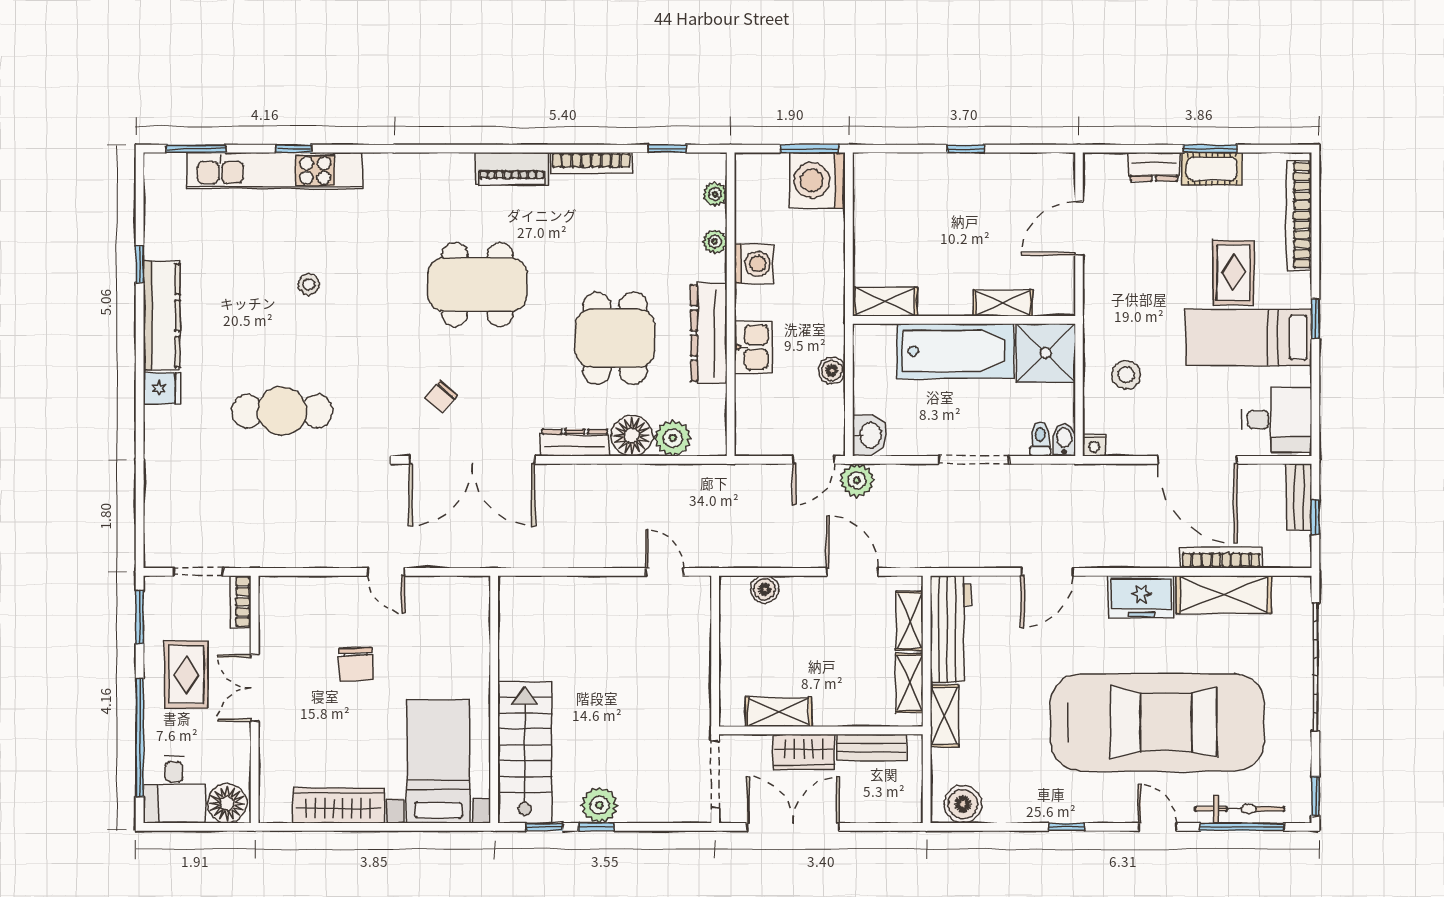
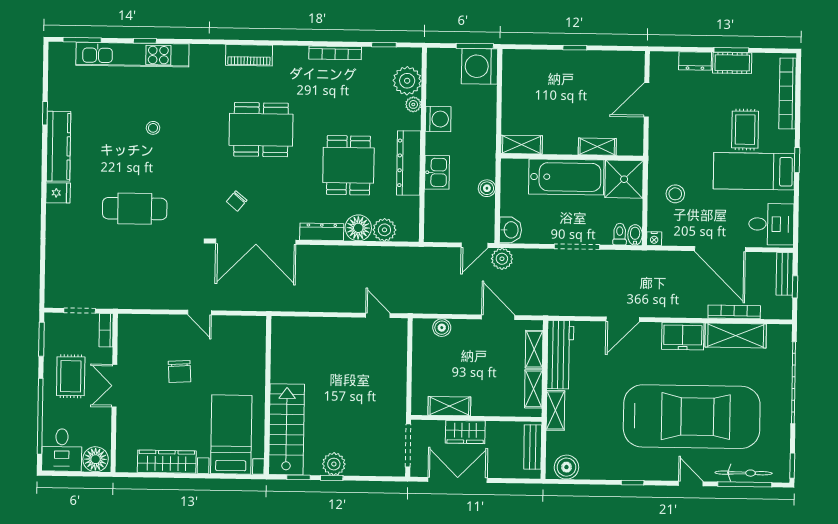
piano: (512, 169) -> (249, 55), moved
plant: (715, 194) -> (407, 81), width x1.87, depth x1.87
bench: (872, 747) -> (533, 447), moved, turned 90

